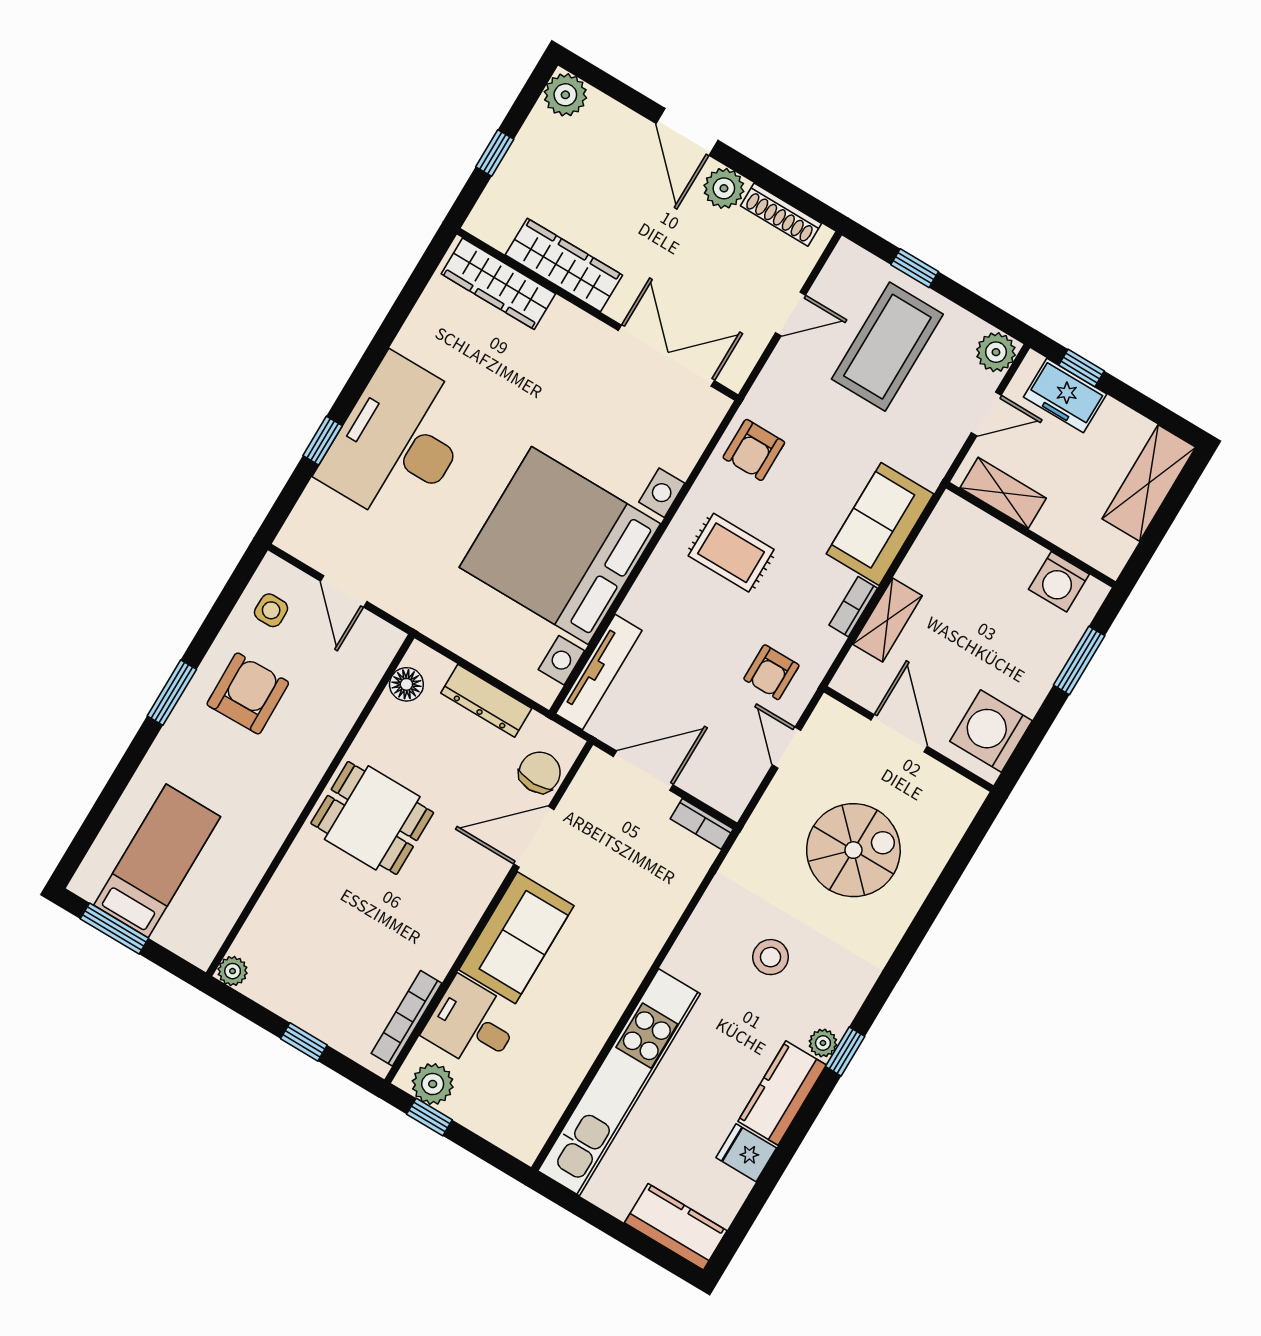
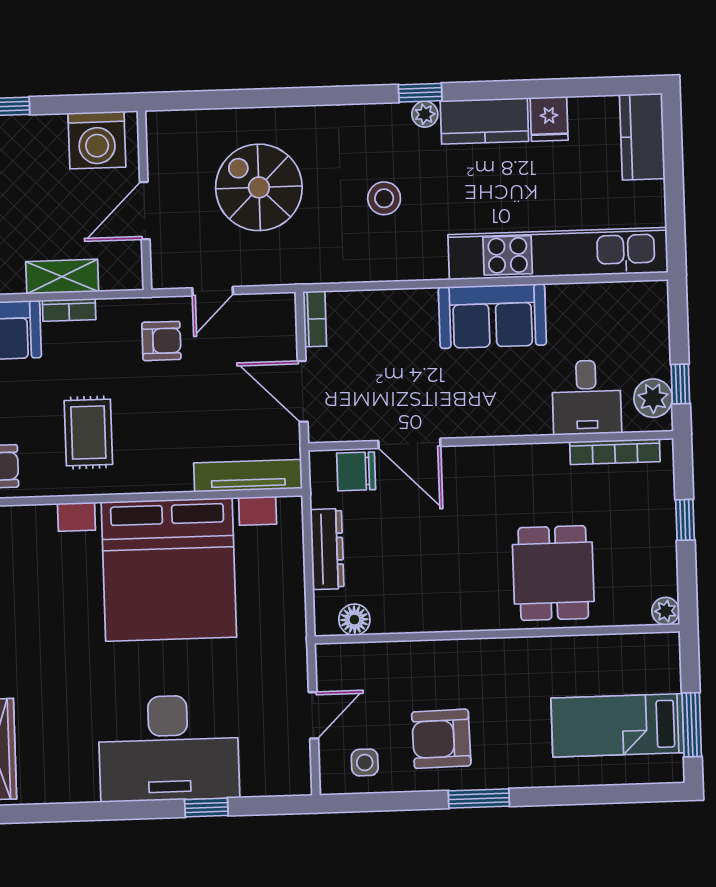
dining table: (372, 818) -> (553, 573), moved
sofa: (516, 938) -> (492, 316), moved, turned 180

